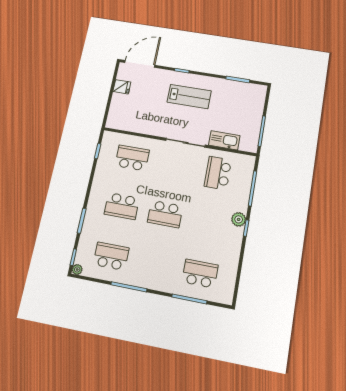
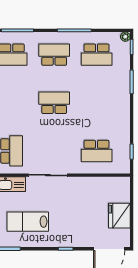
fridge: (122, 87) -> (119, 216), width x1.88, depth x1.34
lab bench: (189, 96) -> (28, 222), moved
school desk: (122, 206) -> (54, 55), moved

